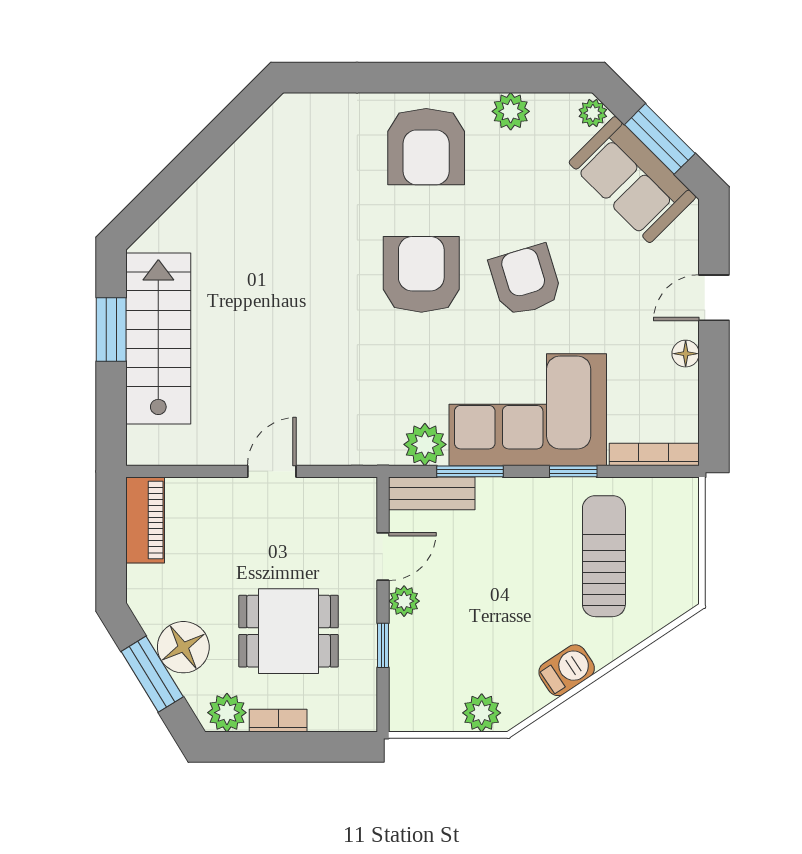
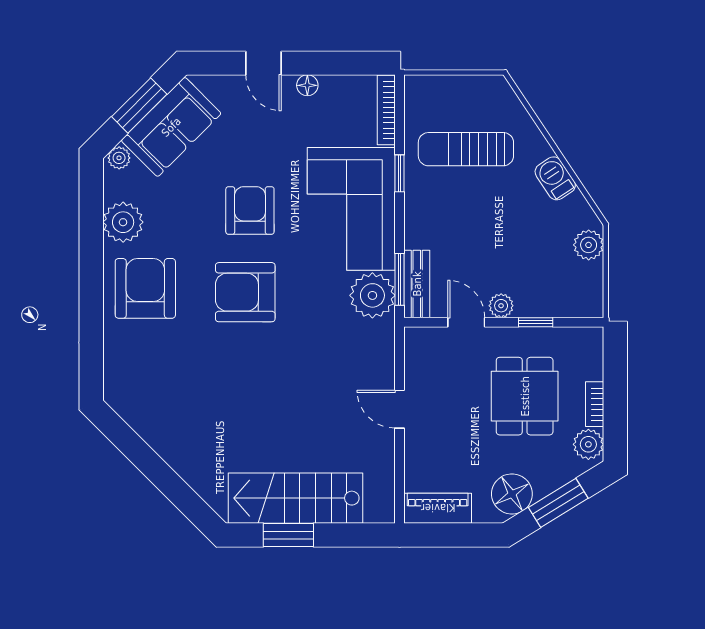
plant: (511, 111) -> (123, 222), width x1.36, depth x1.36
armchair: (426, 147) -> (145, 288), turned -90
armchair: (526, 280) -> (250, 210), turned 107
plant: (425, 444) -> (372, 295), width x1.36, depth x1.36
window: (470, 471) -> (400, 279), moved
floor lamp: (183, 647) -> (512, 494), moved

